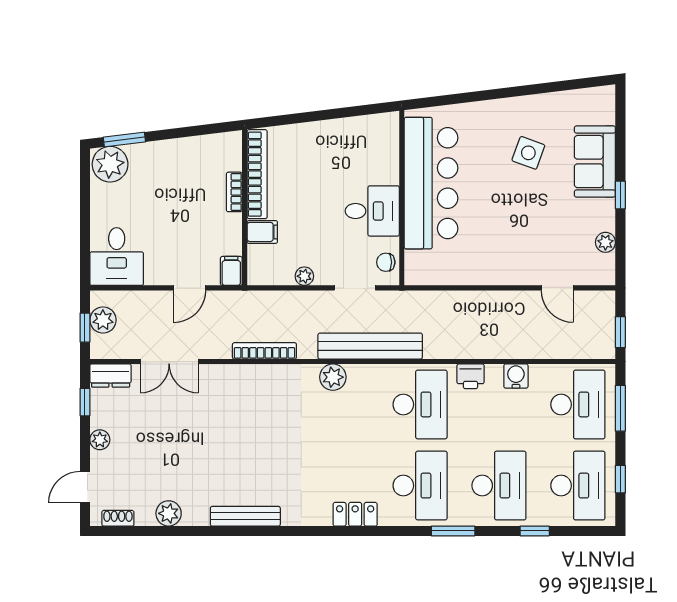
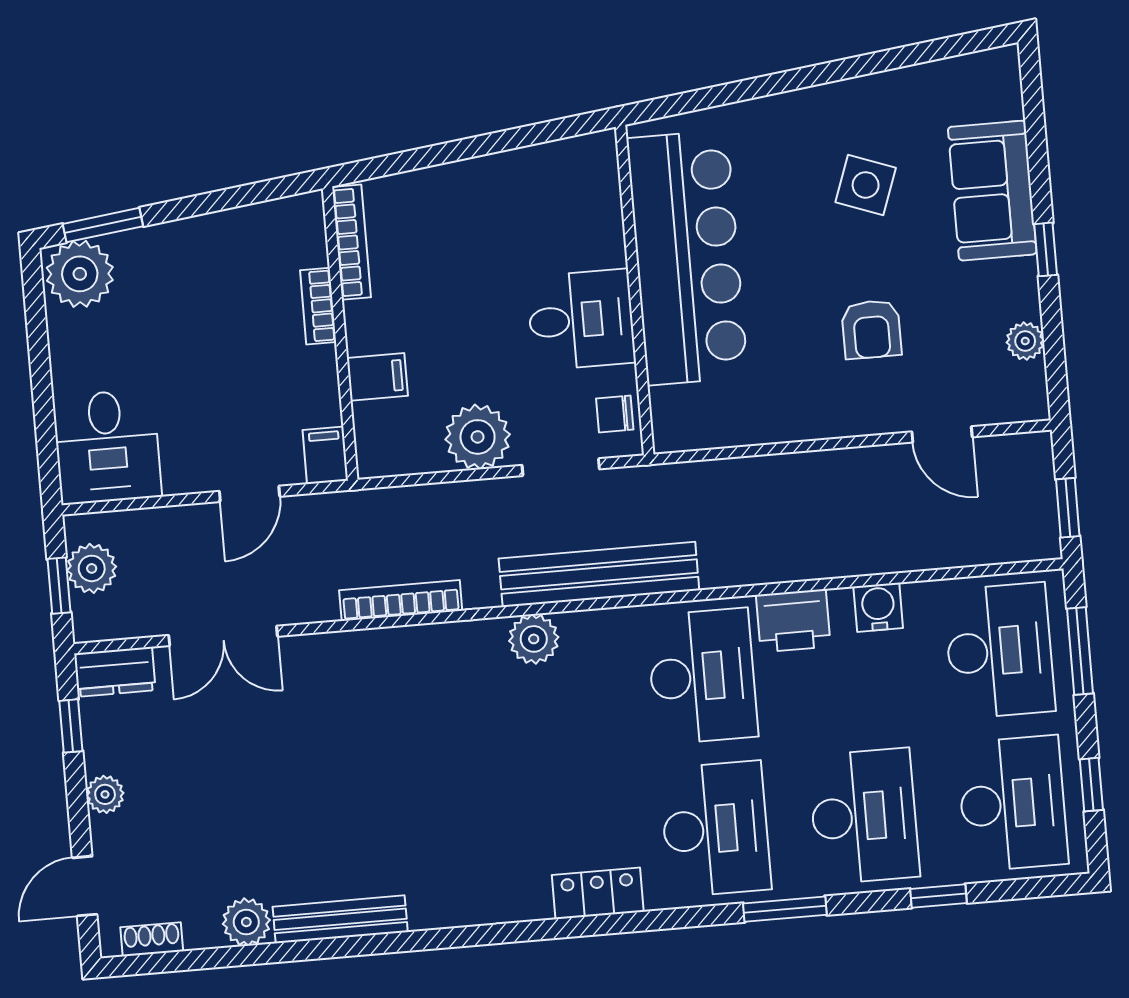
bookcase: (257, 174) -> (352, 242), width x0.68, depth x0.76
armchair: (525, 229) -> (871, 329), added
plant: (304, 276) -> (478, 437), width x1.87, depth x1.87
printer: (471, 376) -> (793, 621), width x1.36, depth x1.24
bench: (245, 516) -> (340, 919), moved

